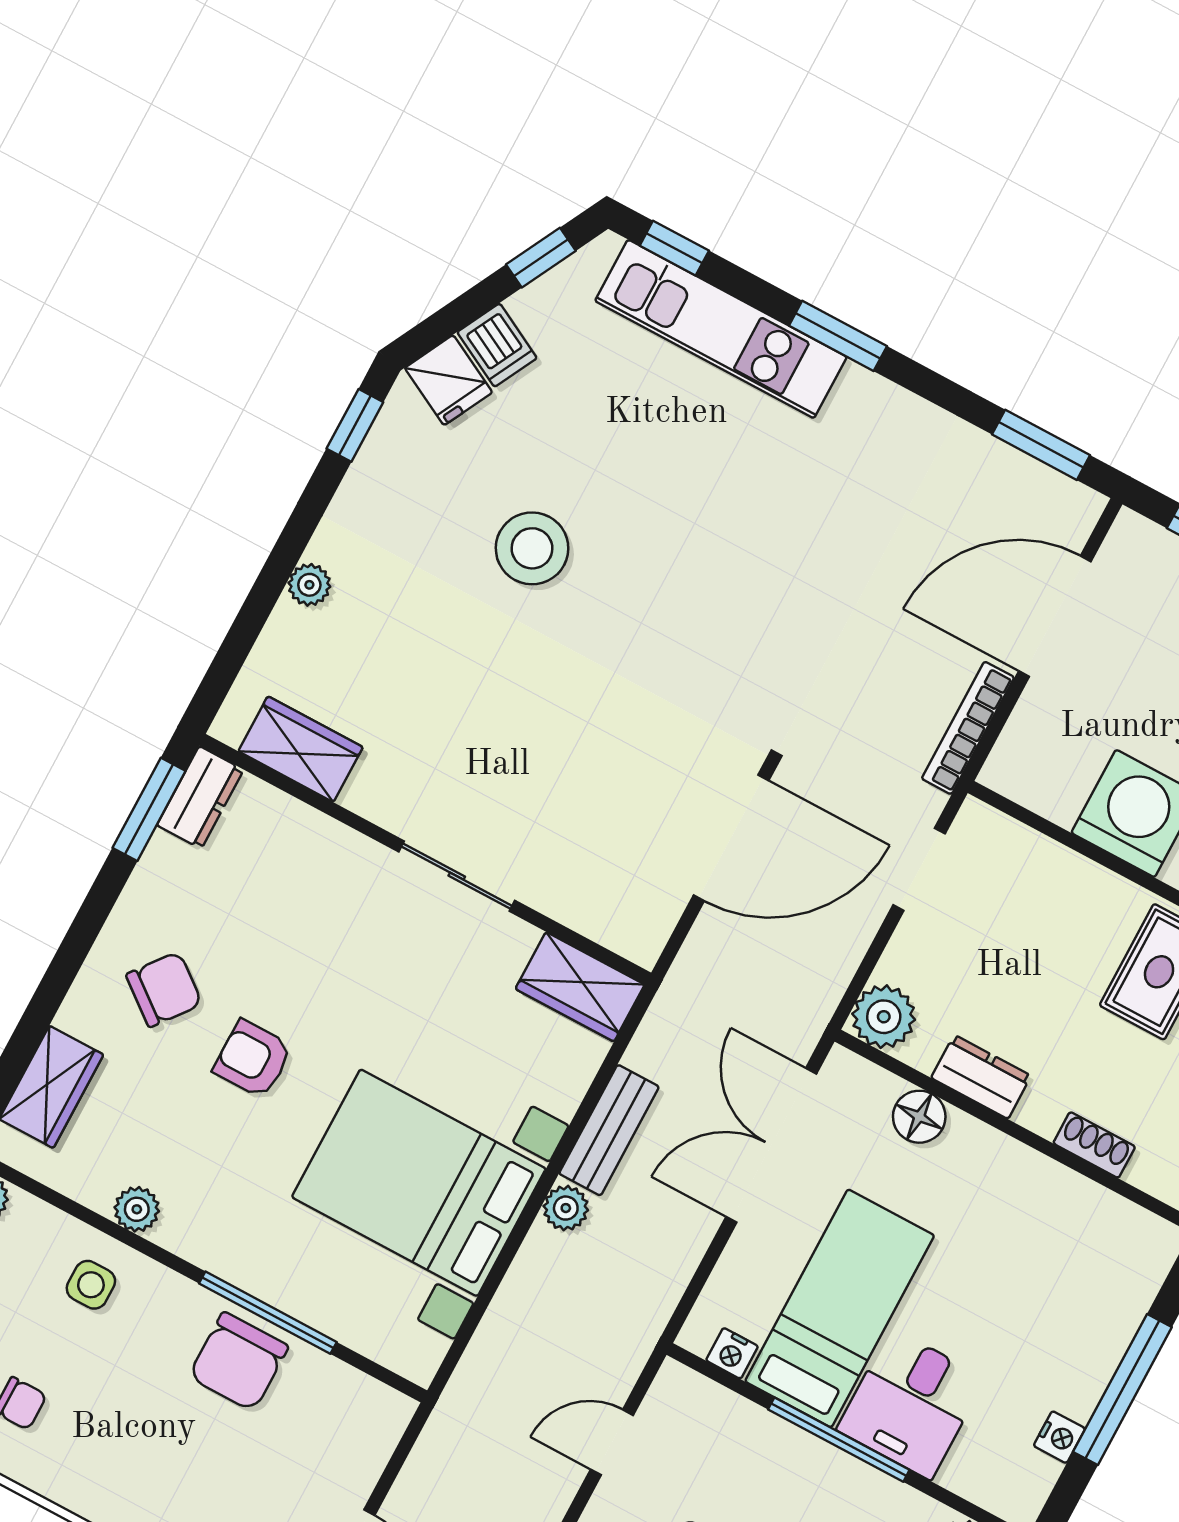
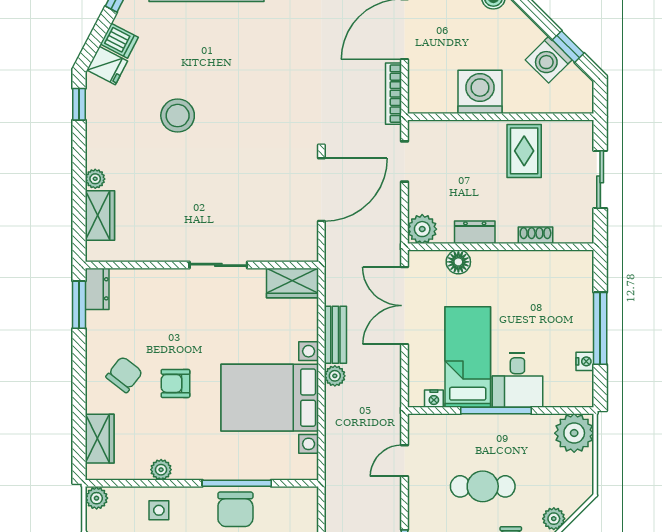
wardrobe: (301, 749) -> (100, 215), moved, turned 90

